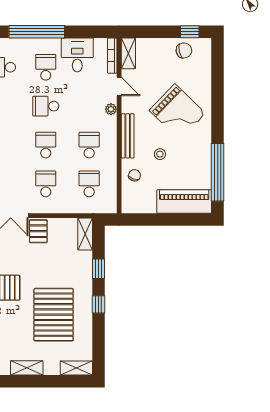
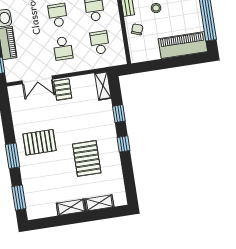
school desk: (46, 184) -> (63, 48), turned 180
pallet: (54, 315) -> (87, 158), width x0.73, depth x0.71
shelving: (76, 368) -> (99, 203), moved

